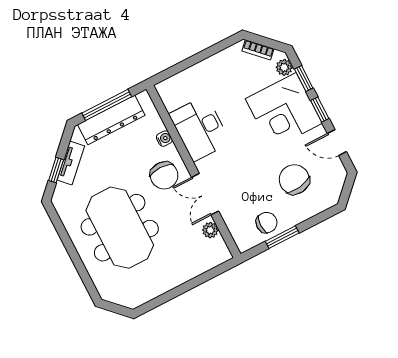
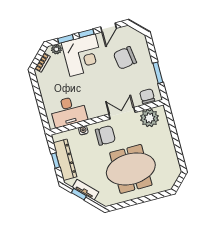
window: (107, 105) -> (55, 160), width x0.46
desk: (200, 128) -> (68, 111), moved
window: (56, 170) -> (79, 194), moved
double door: (205, 194) -> (122, 113), swing flipped
chair: (267, 223) -> (147, 96), moved
plant: (210, 230) -> (150, 118), width x1.88, depth x1.88

